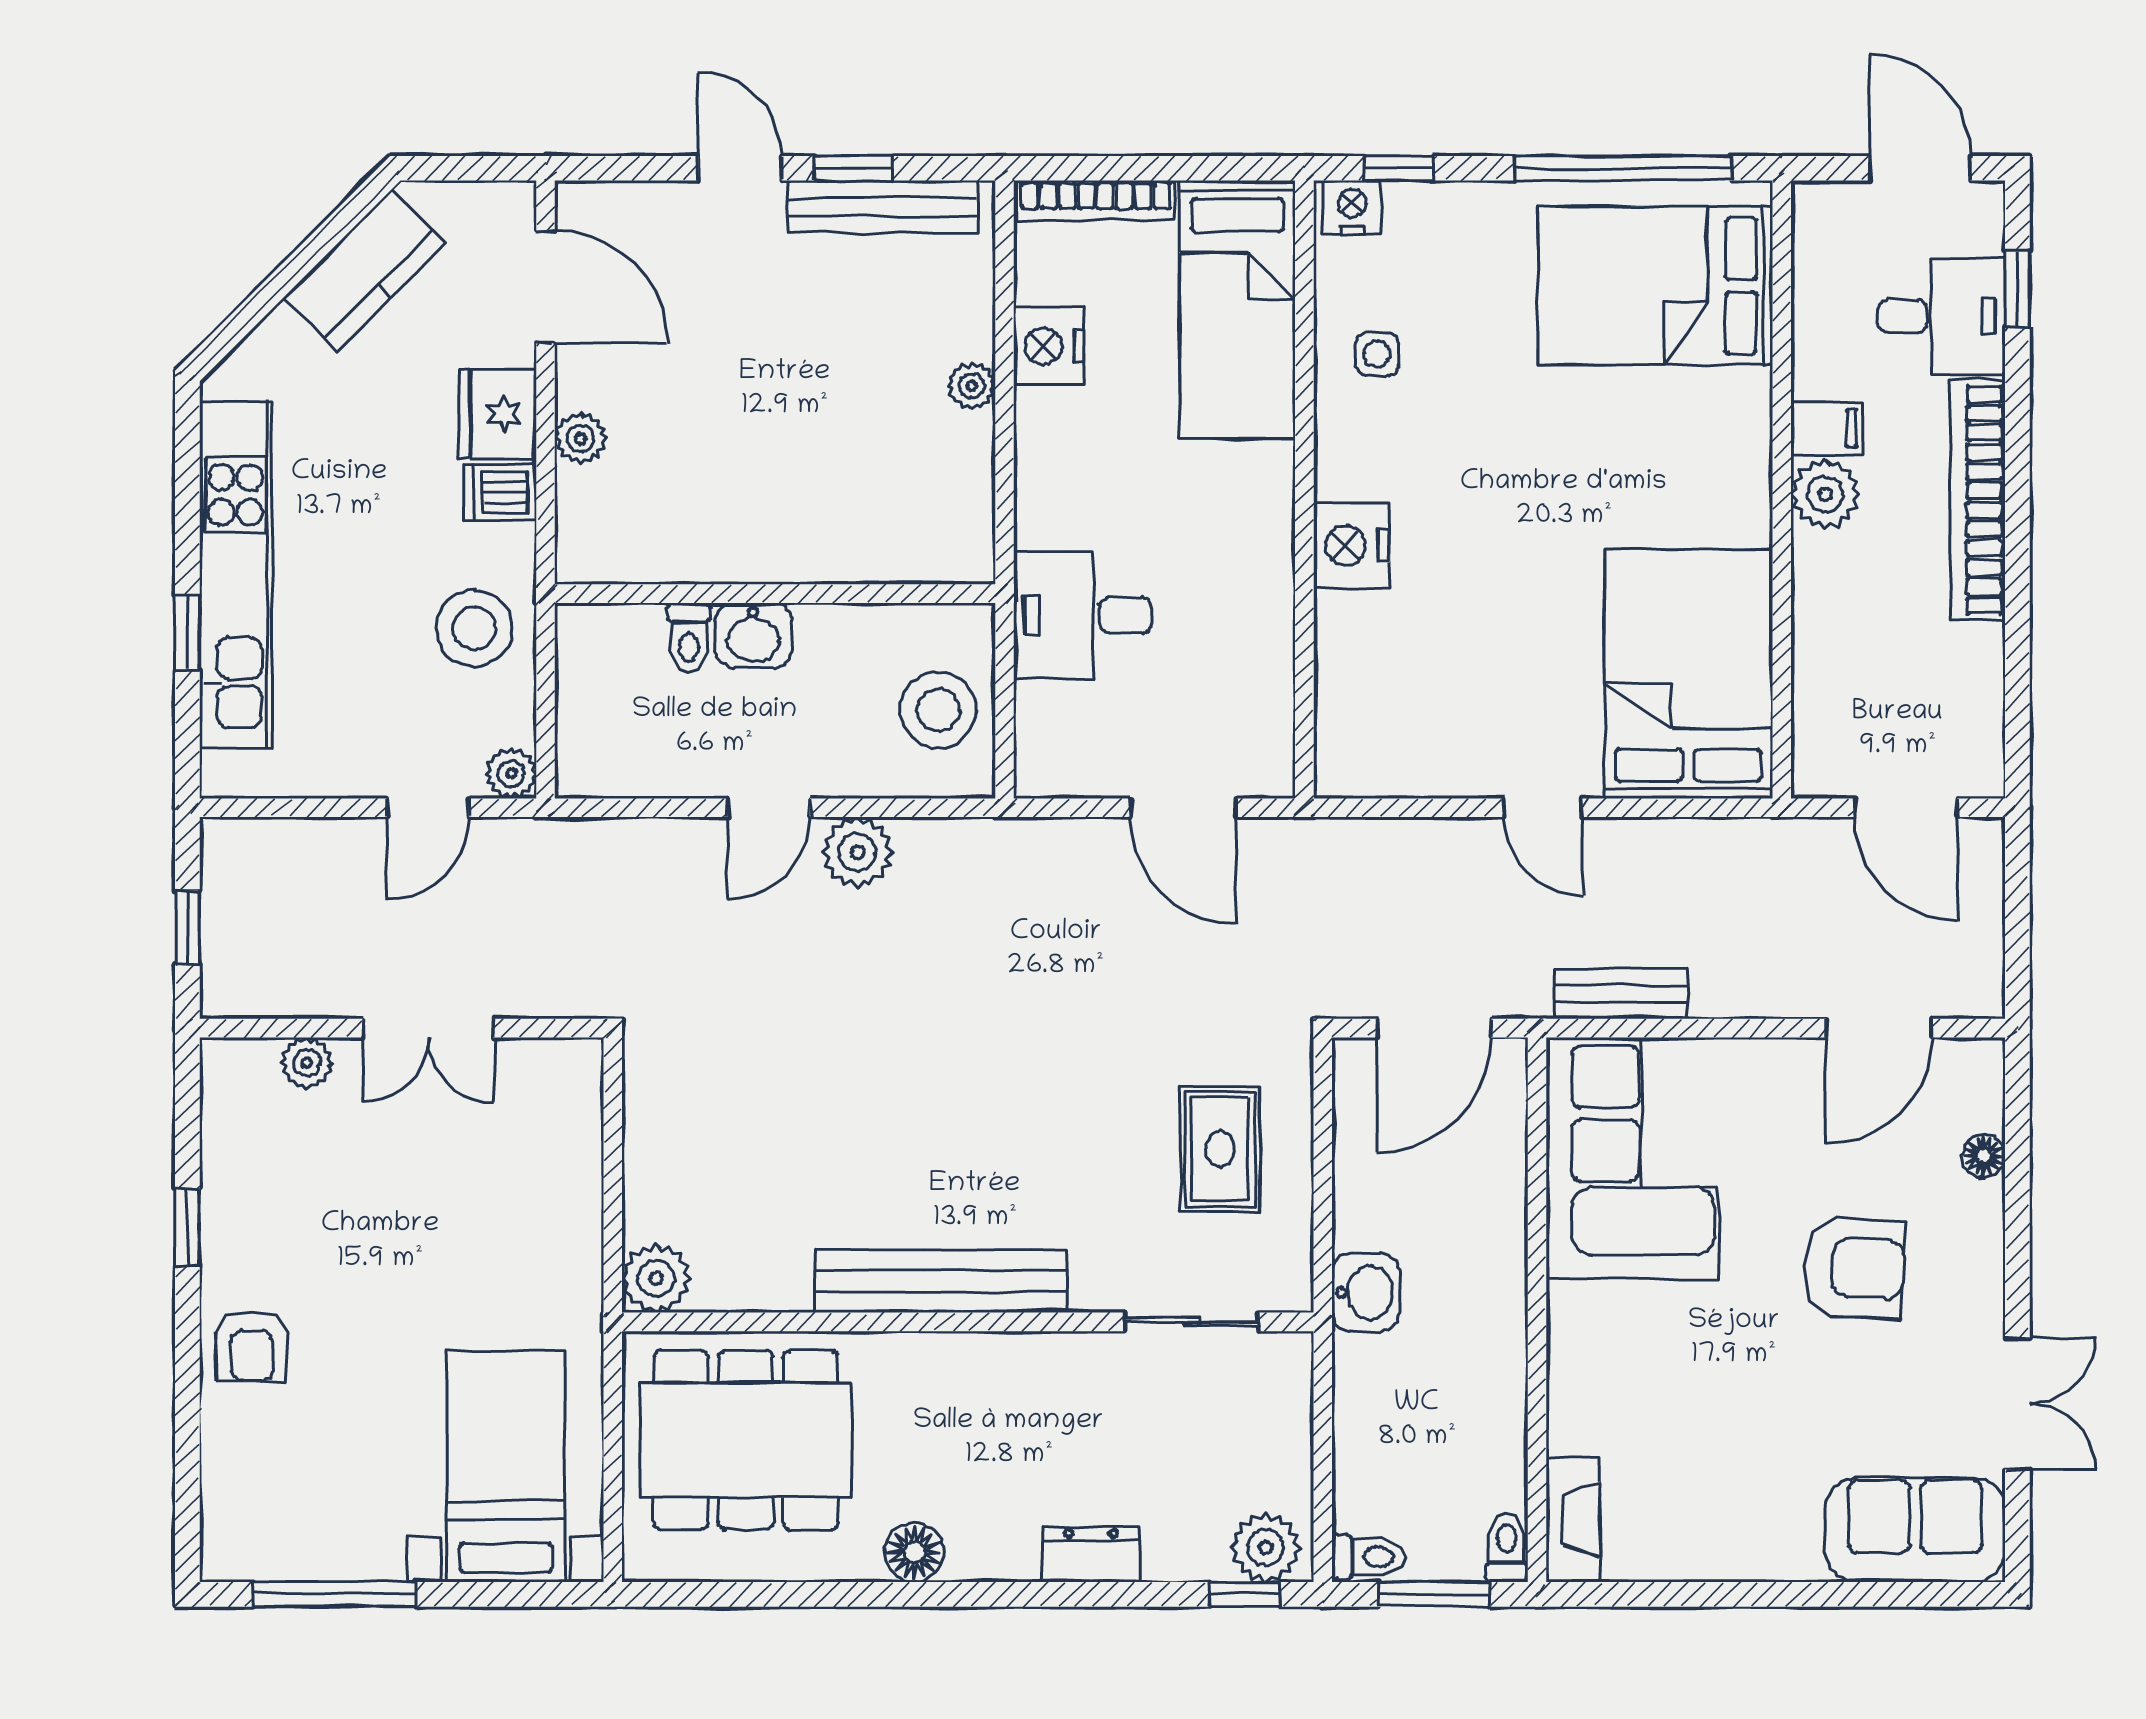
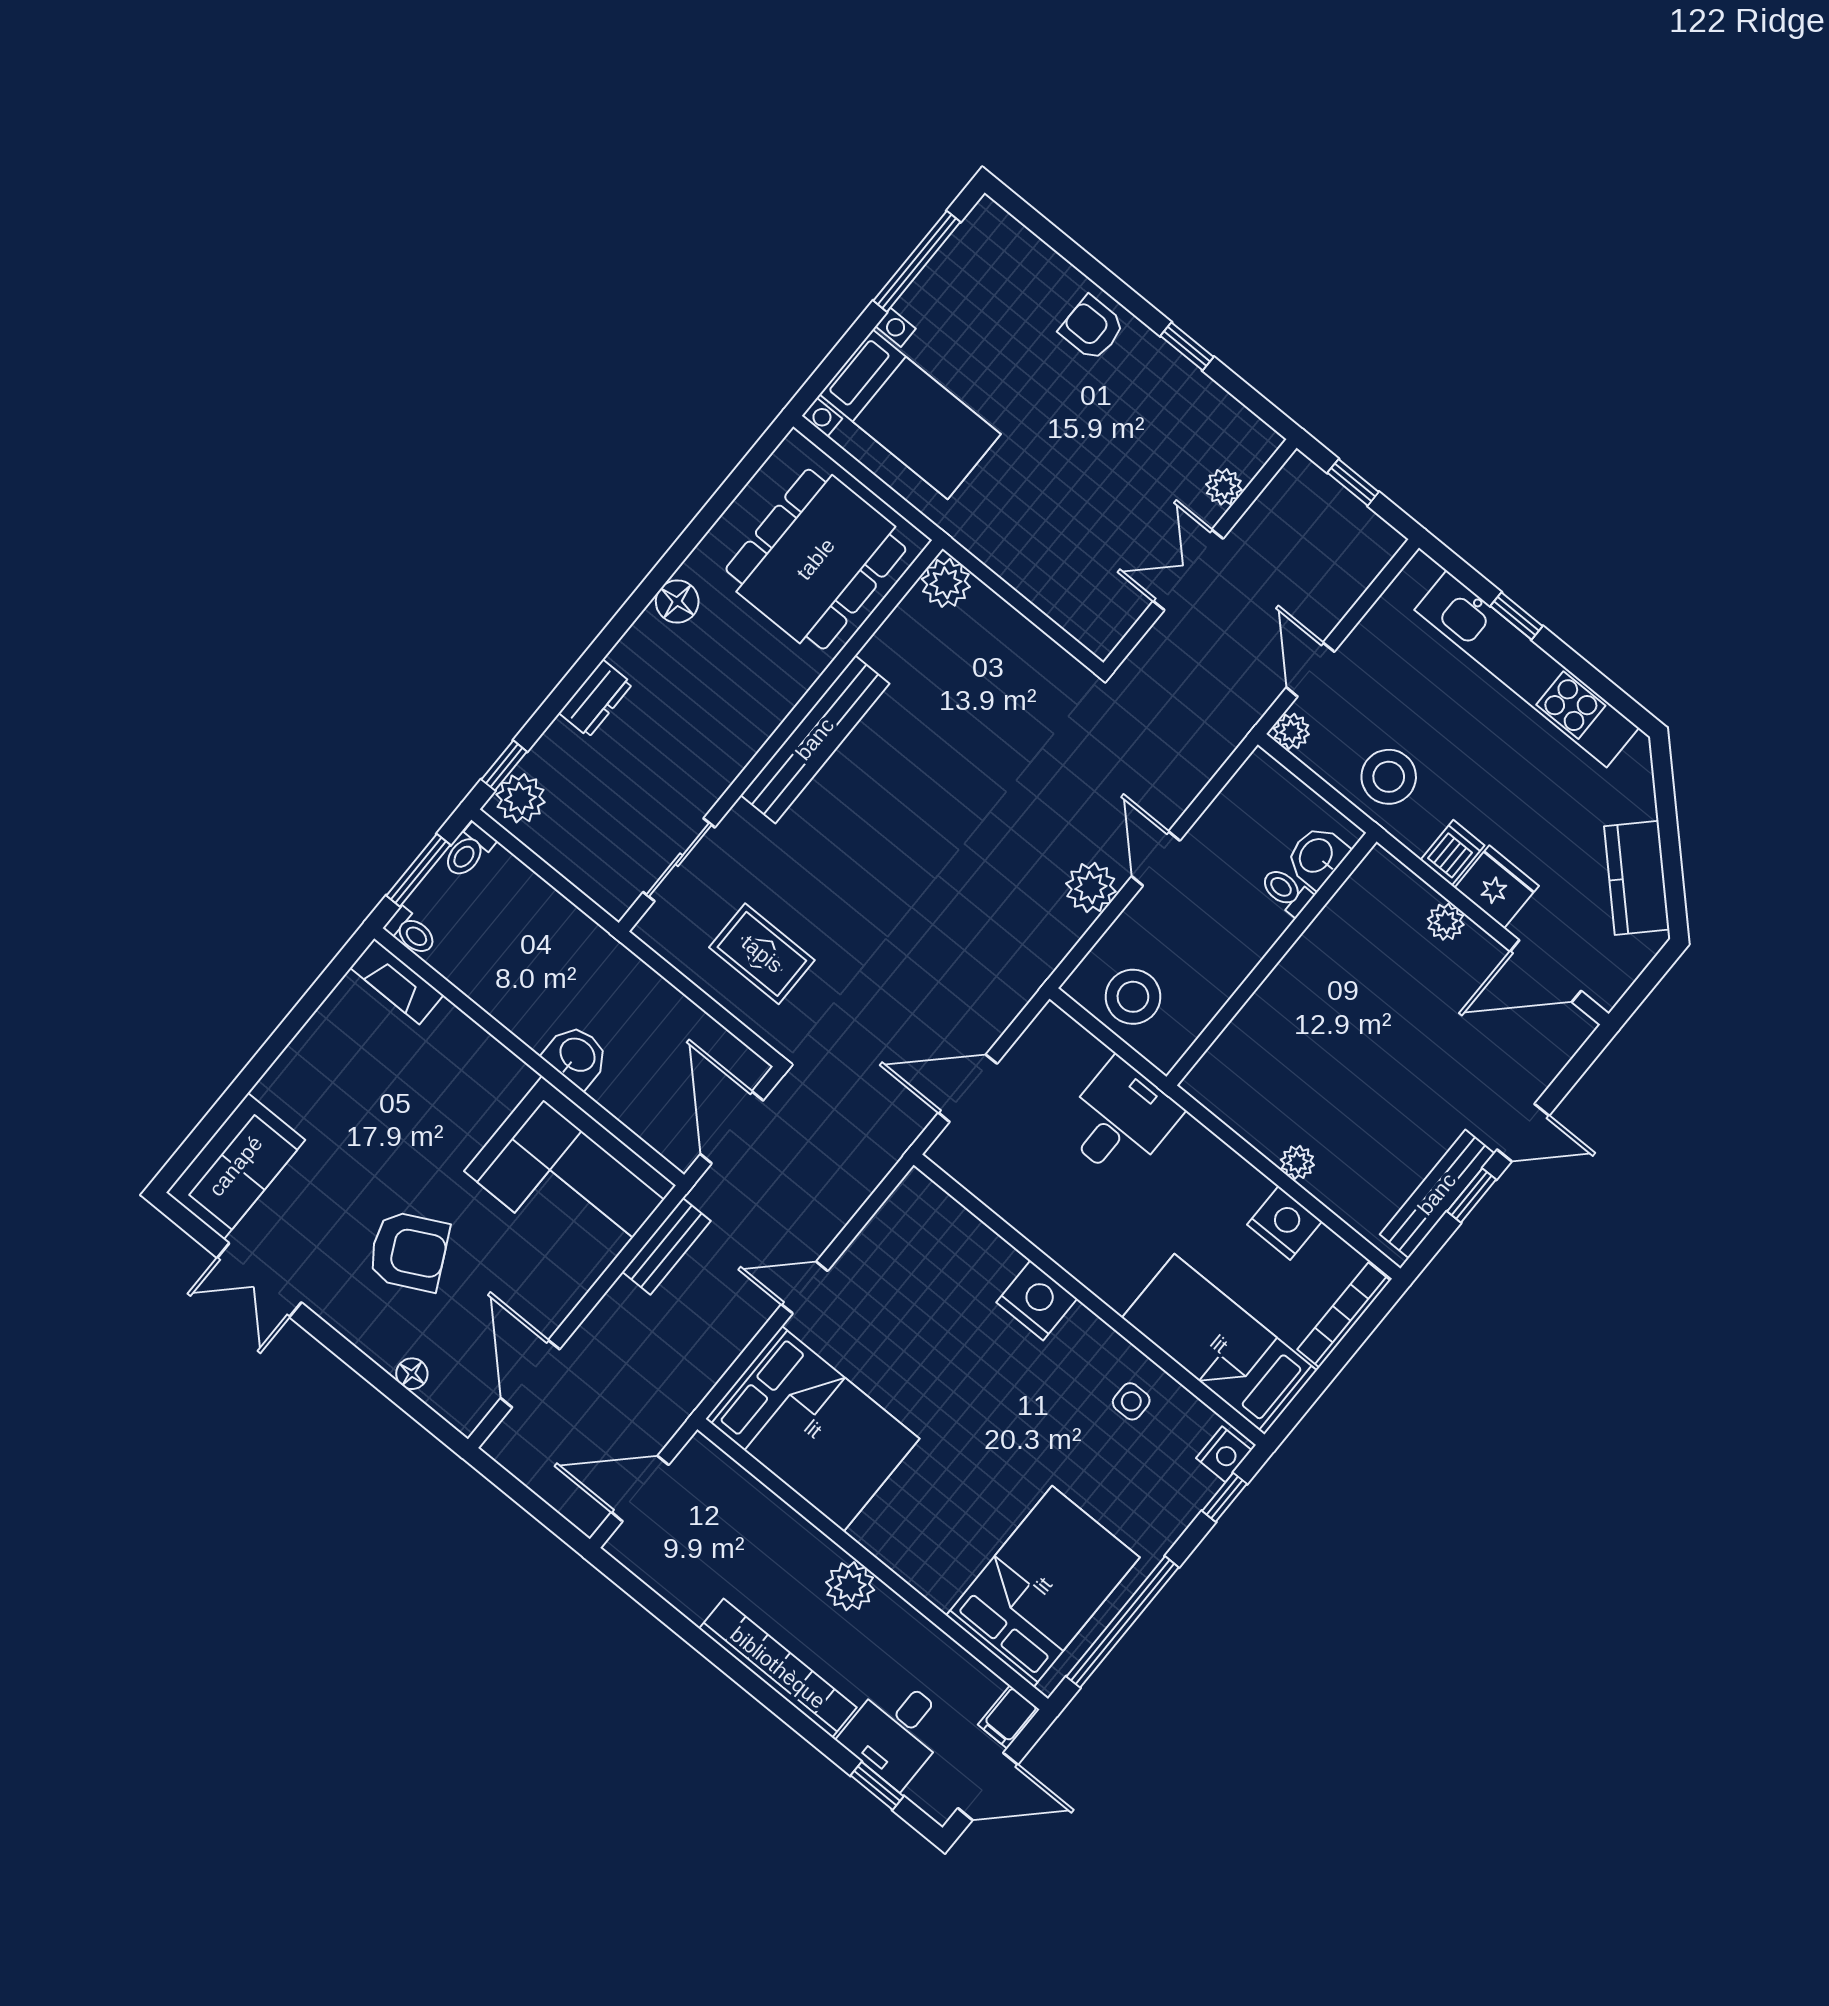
filing cabinet: (1827, 428) -> (1009, 1717), moved
washbasin: (753, 635) -> (1317, 856), moved
armchair: (1854, 1268) -> (409, 1251), turned -120
washbasin: (1366, 1292) -> (577, 1056), moved, turned 180

